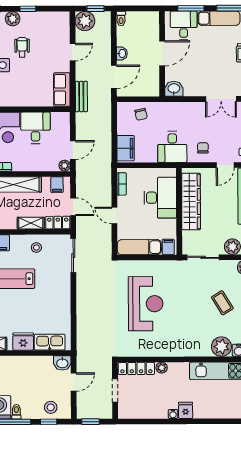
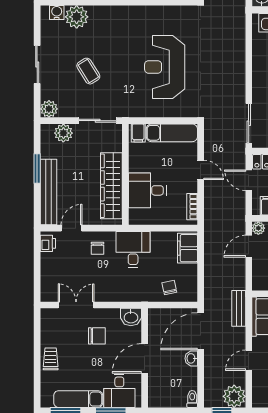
chair: (203, 72) -> (97, 336), added
door: (114, 77) -> (201, 331), width x1.36
desk: (160, 198) -> (147, 190), width x0.73
coffee table: (222, 303) -> (88, 71), moved

